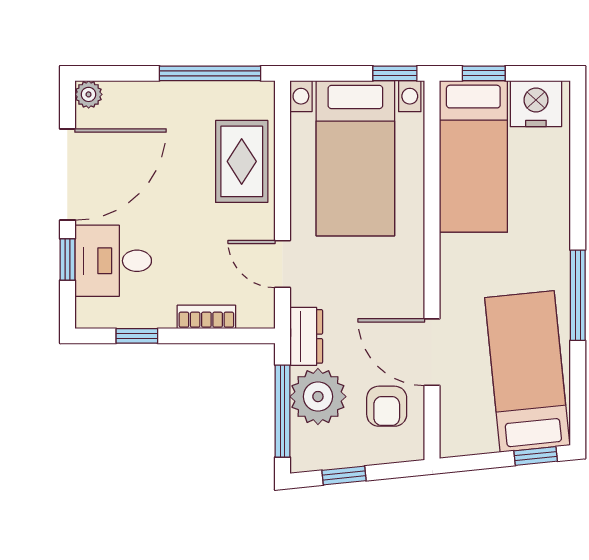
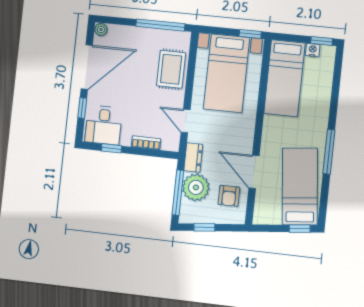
window: (484, 73) -> (322, 41), moved
nightstand: (536, 104) -> (313, 50), width x0.53, depth x0.56
desk: (113, 261) -> (104, 125), moved, turned -90

